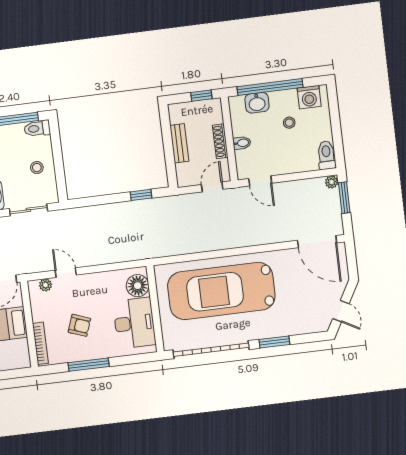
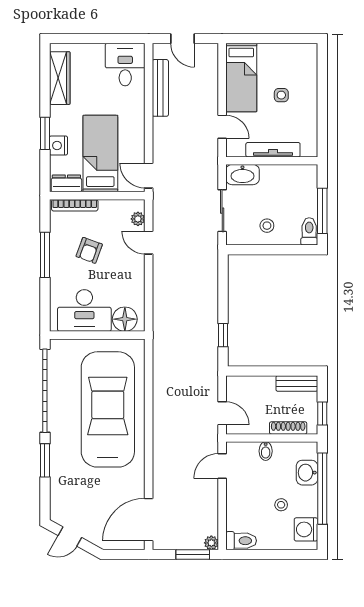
shoe rack: (220, 141) -> (288, 428), moved
bench: (179, 143) -> (297, 383), moved
door: (66, 273) -> (149, 243), swing flipped
dresser: (22, 353) -> (66, 183), added

